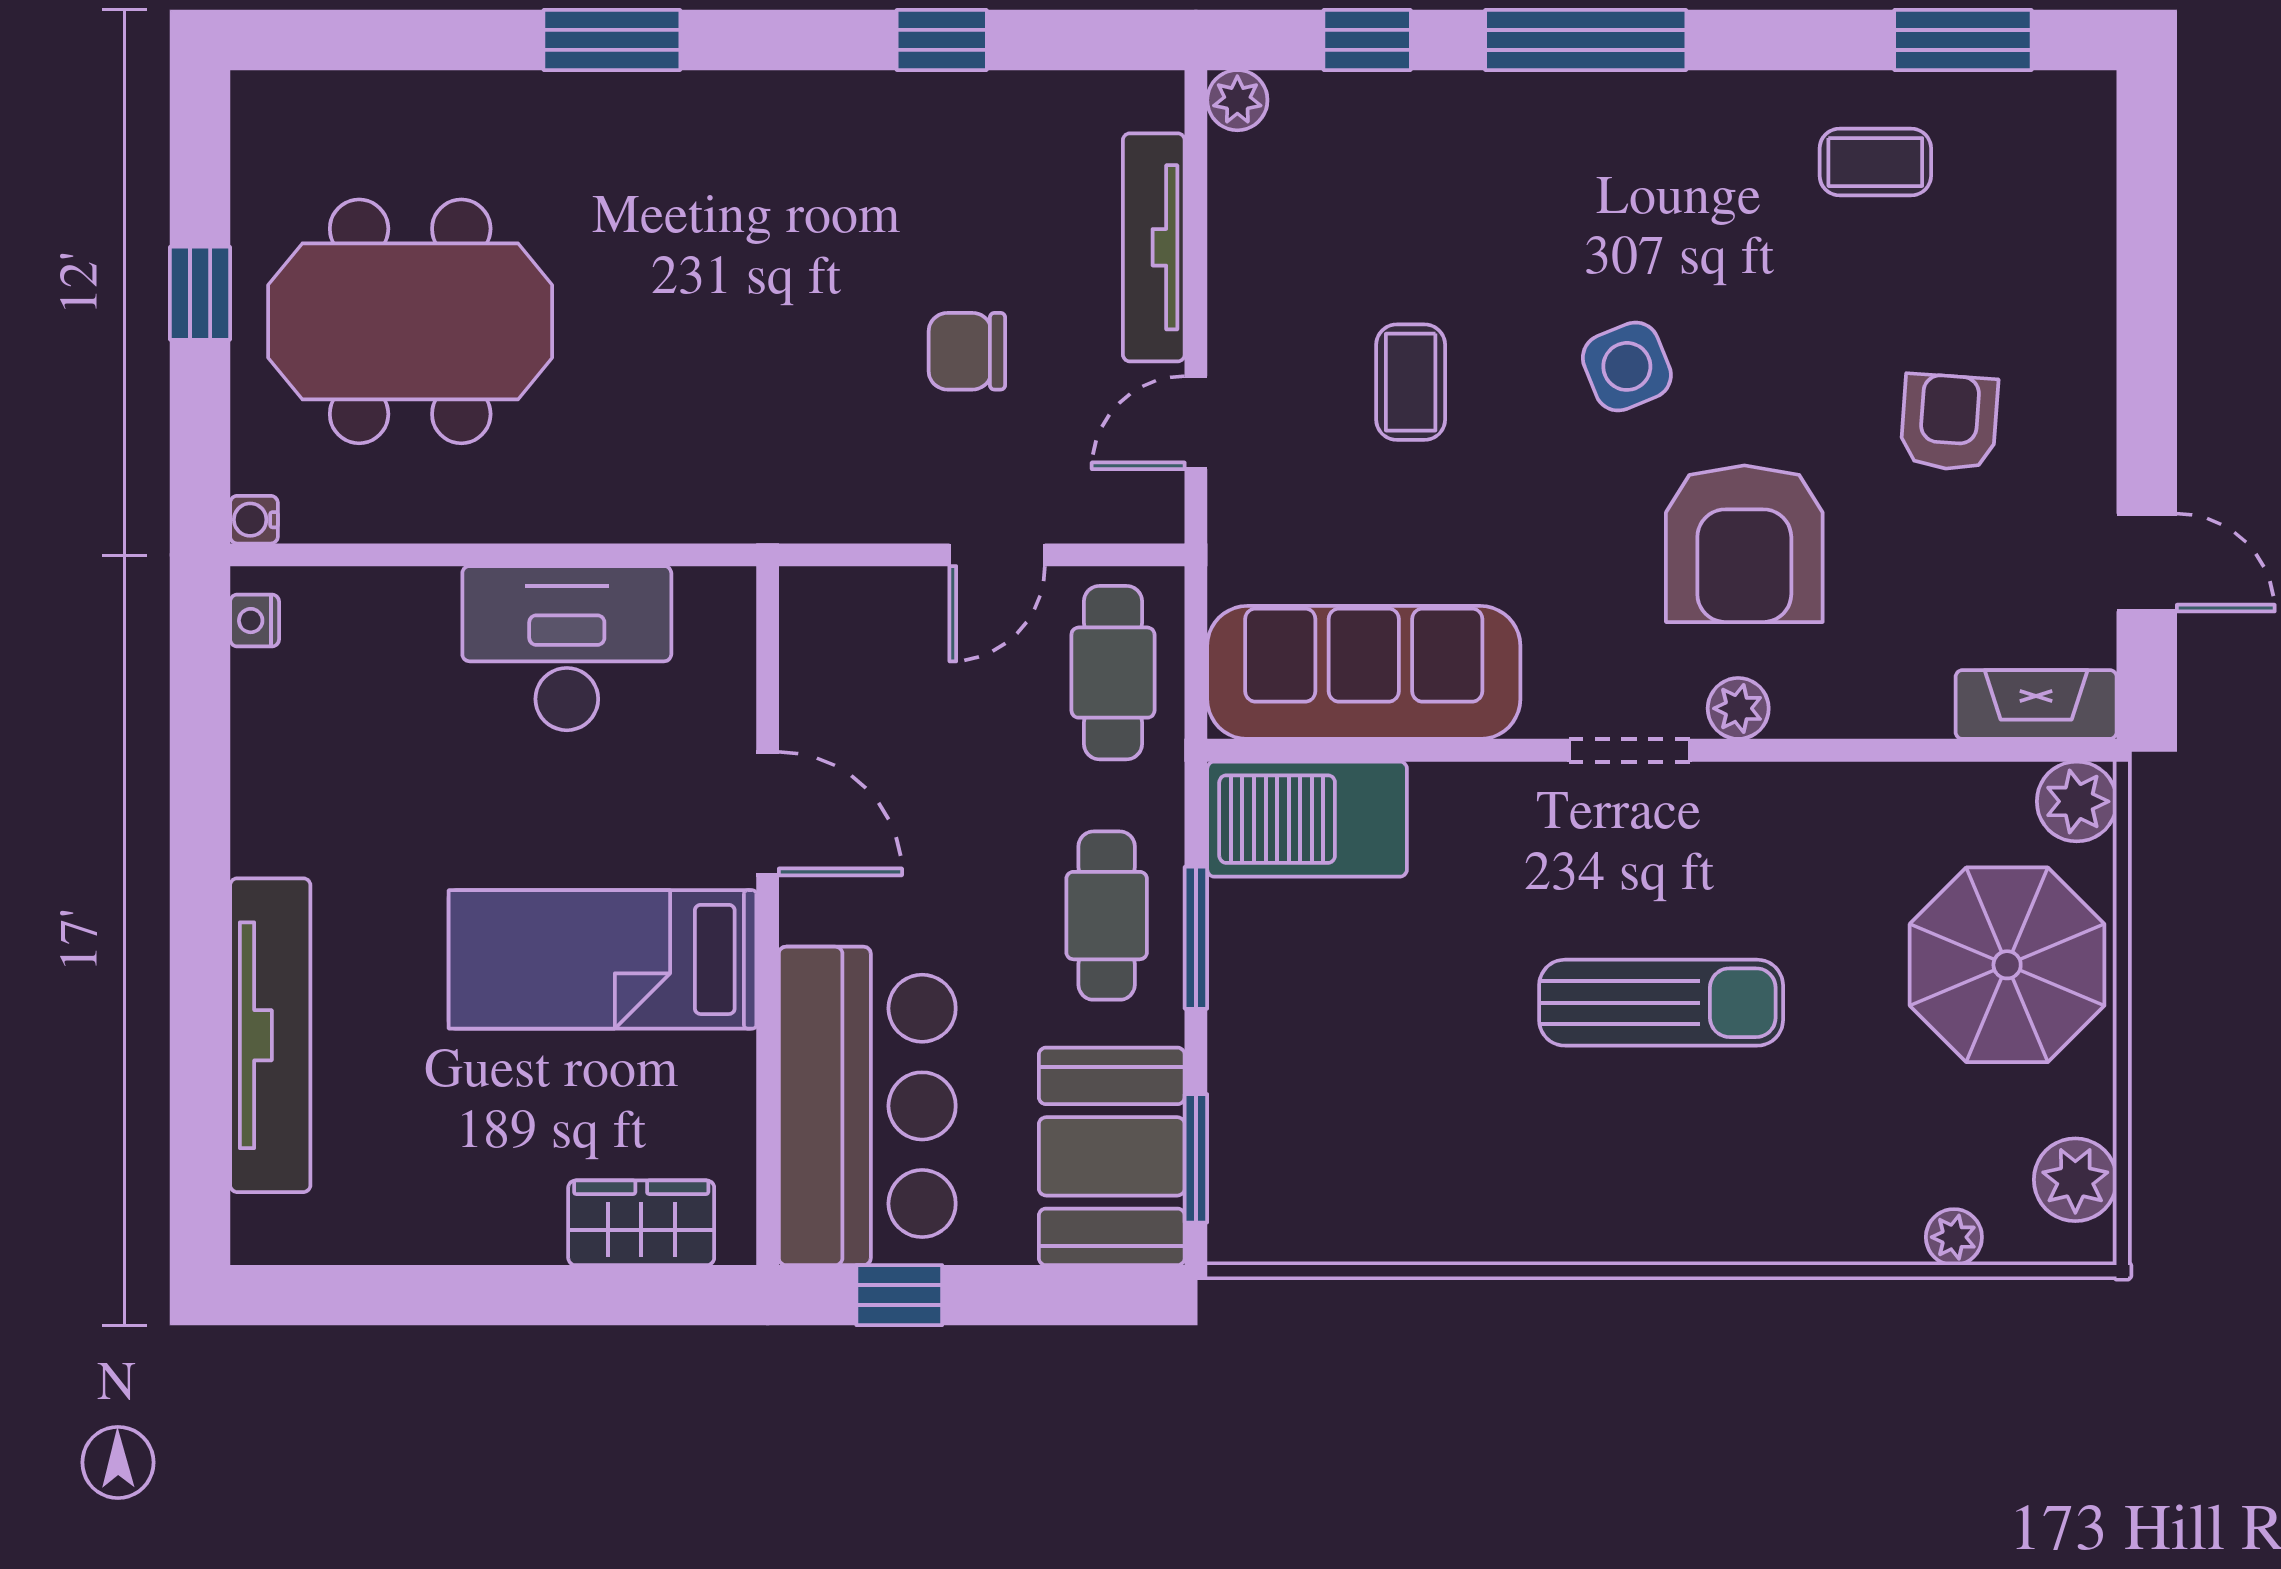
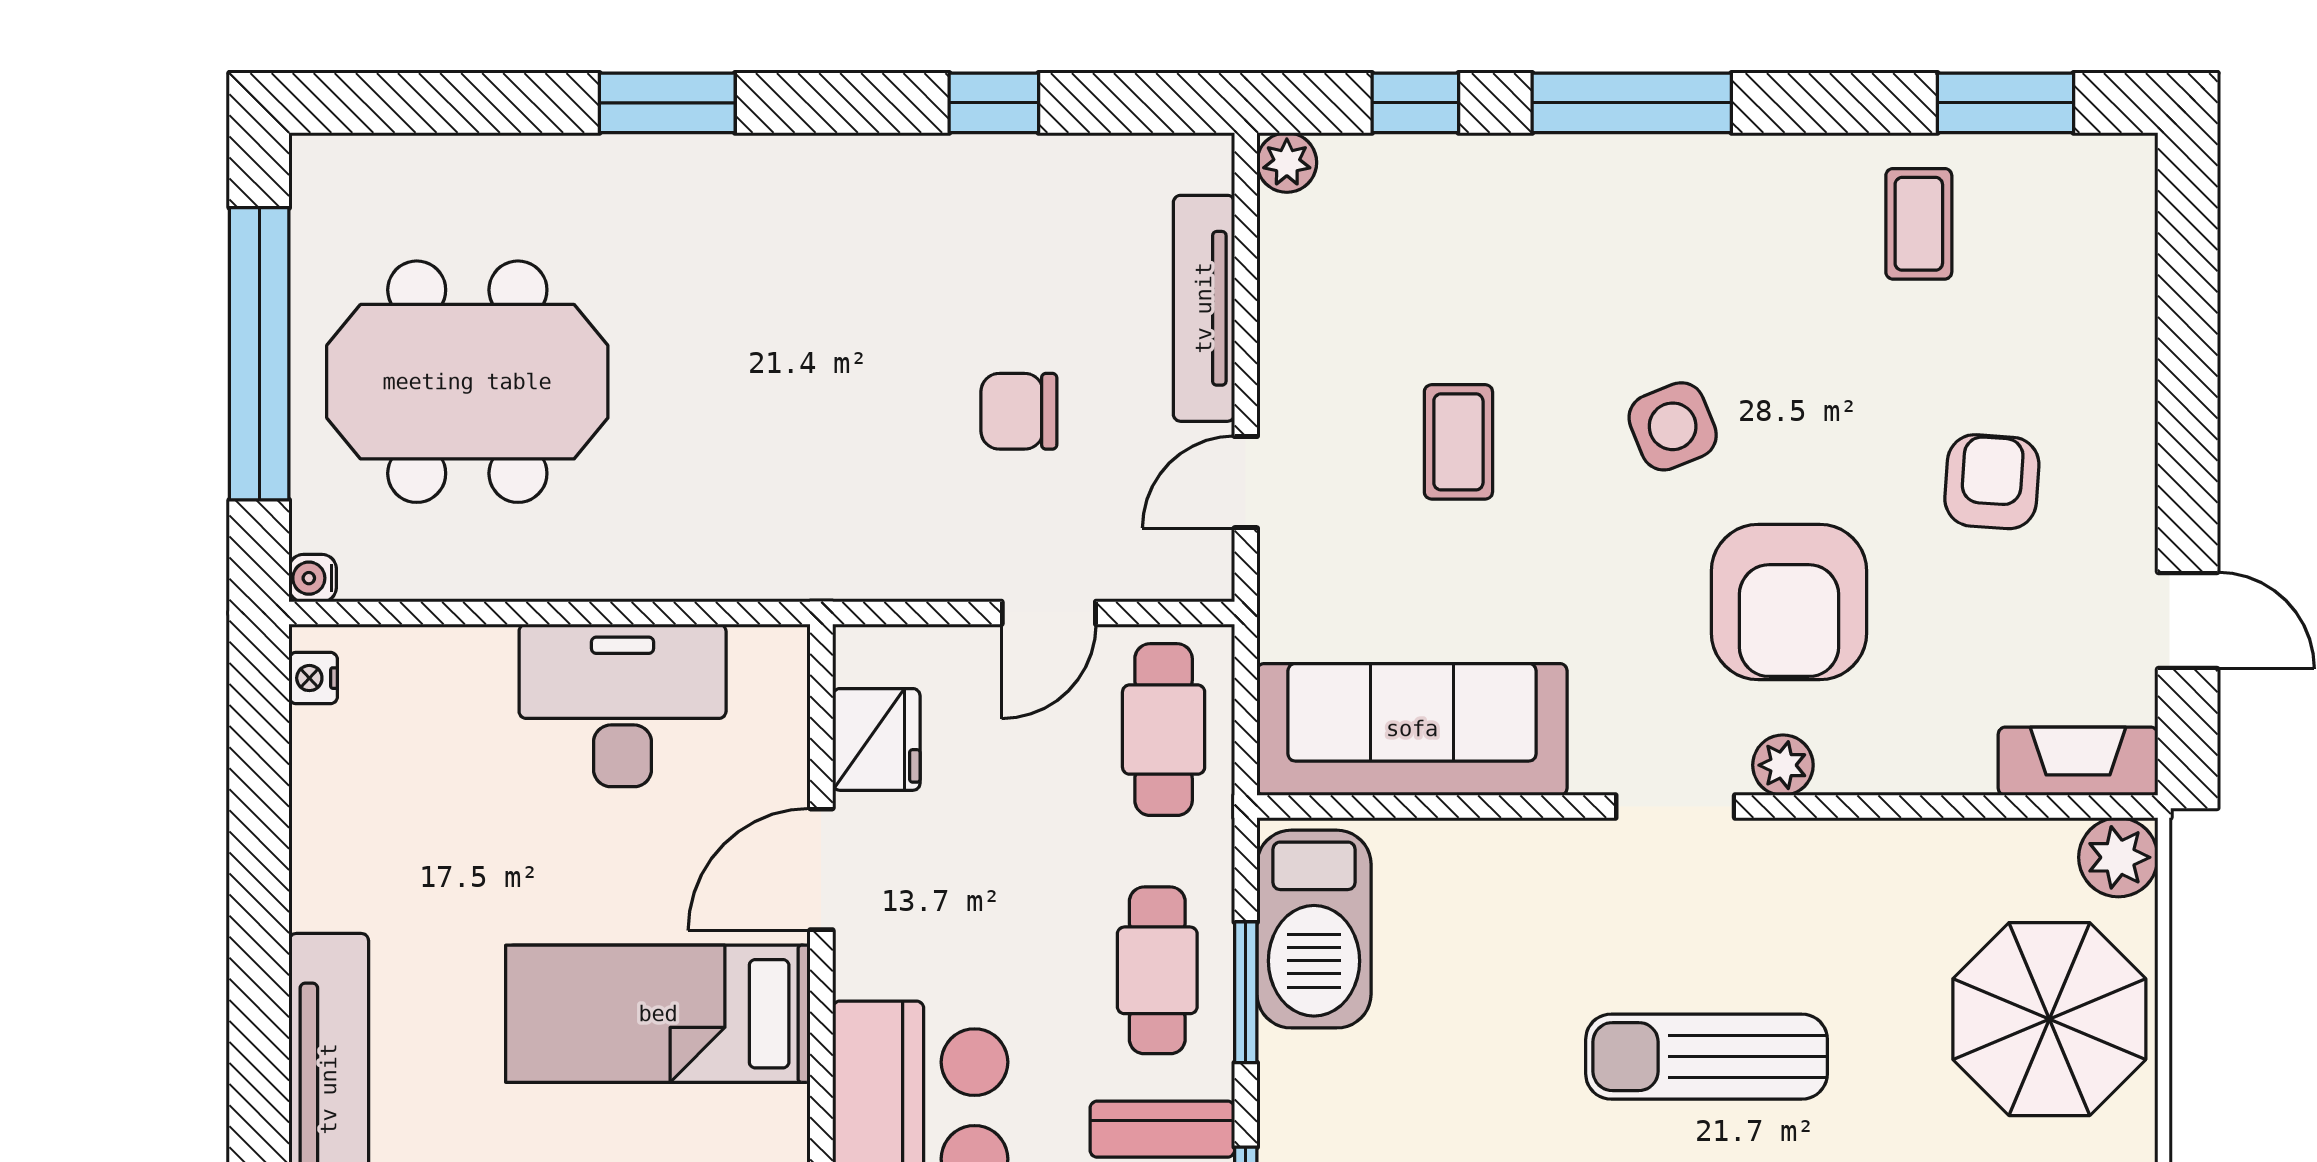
coffee table: (1875, 162) -> (1919, 224), turned 90
window: (200, 293) -> (259, 354), width x3.17
fridge: (823, 683) -> (876, 739), added
door: (768, 814) -> (821, 869), swing flipped
barbecue: (1307, 819) -> (1314, 929), moved, turned -90
sun lounger: (1661, 1003) -> (1707, 1057), turned 180

